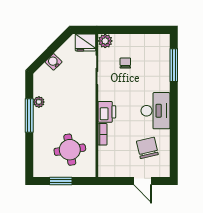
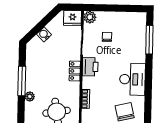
plant: (39, 102) -> (30, 97), moved
locker: (89, 103) -> (75, 71), added
printer: (107, 112) -> (90, 67), moved

